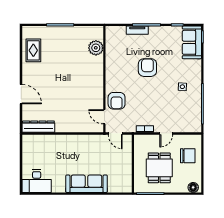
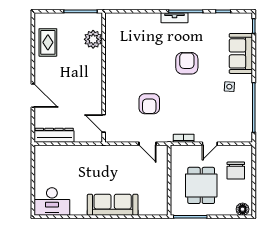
sofa: (192, 42) -> (241, 53), moved
plant: (96, 48) -> (93, 39), moved
wall: (104, 79) -> (104, 77), moved
door: (104, 117) -> (104, 123), moved
chair: (188, 156) -> (236, 171), turned 90

